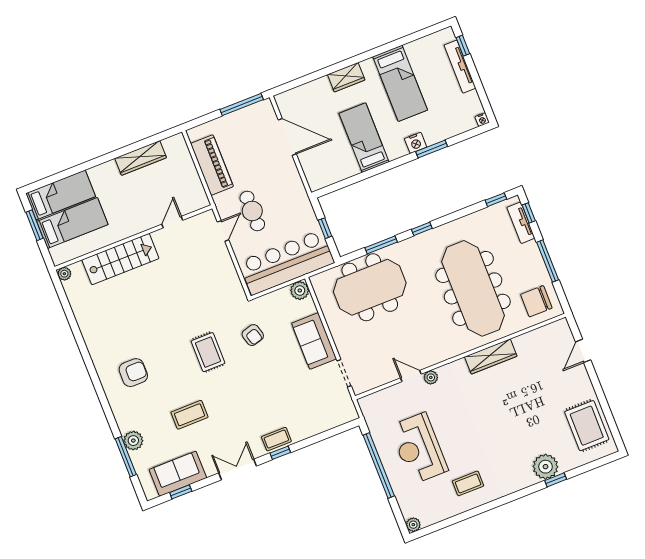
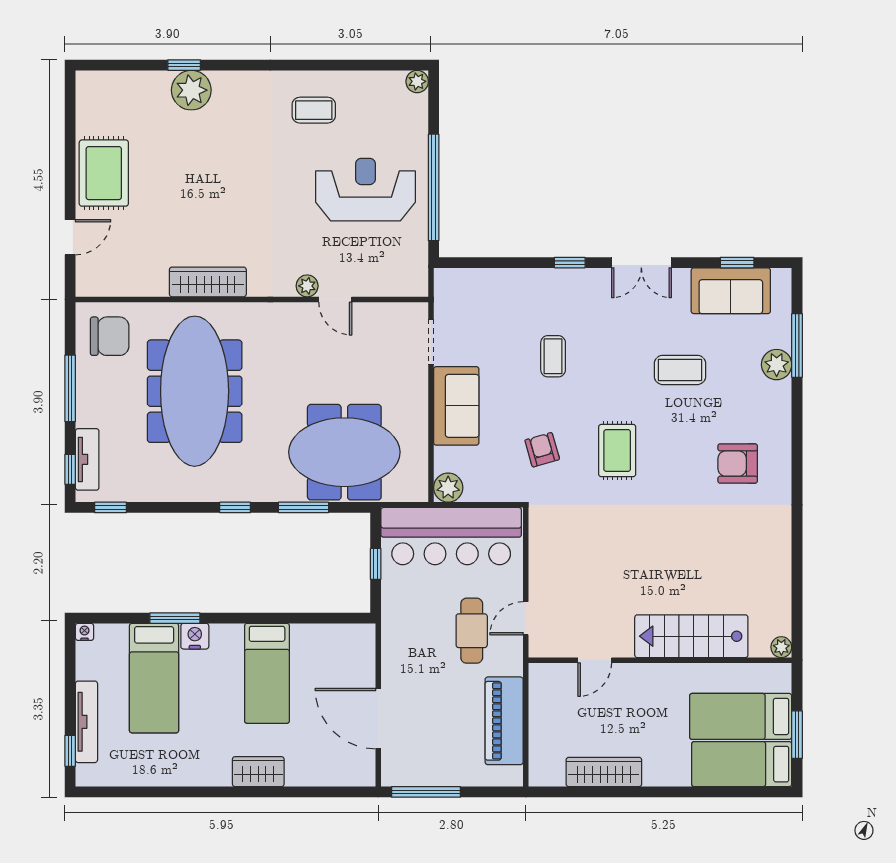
bed: (400, 83) -> (154, 678), moved, turned 180
rug: (587, 426) -> (104, 173), moved
coffee table: (276, 439) -> (553, 356), moved, turned 90
reception desk: (419, 448) -> (366, 190), turned -90

